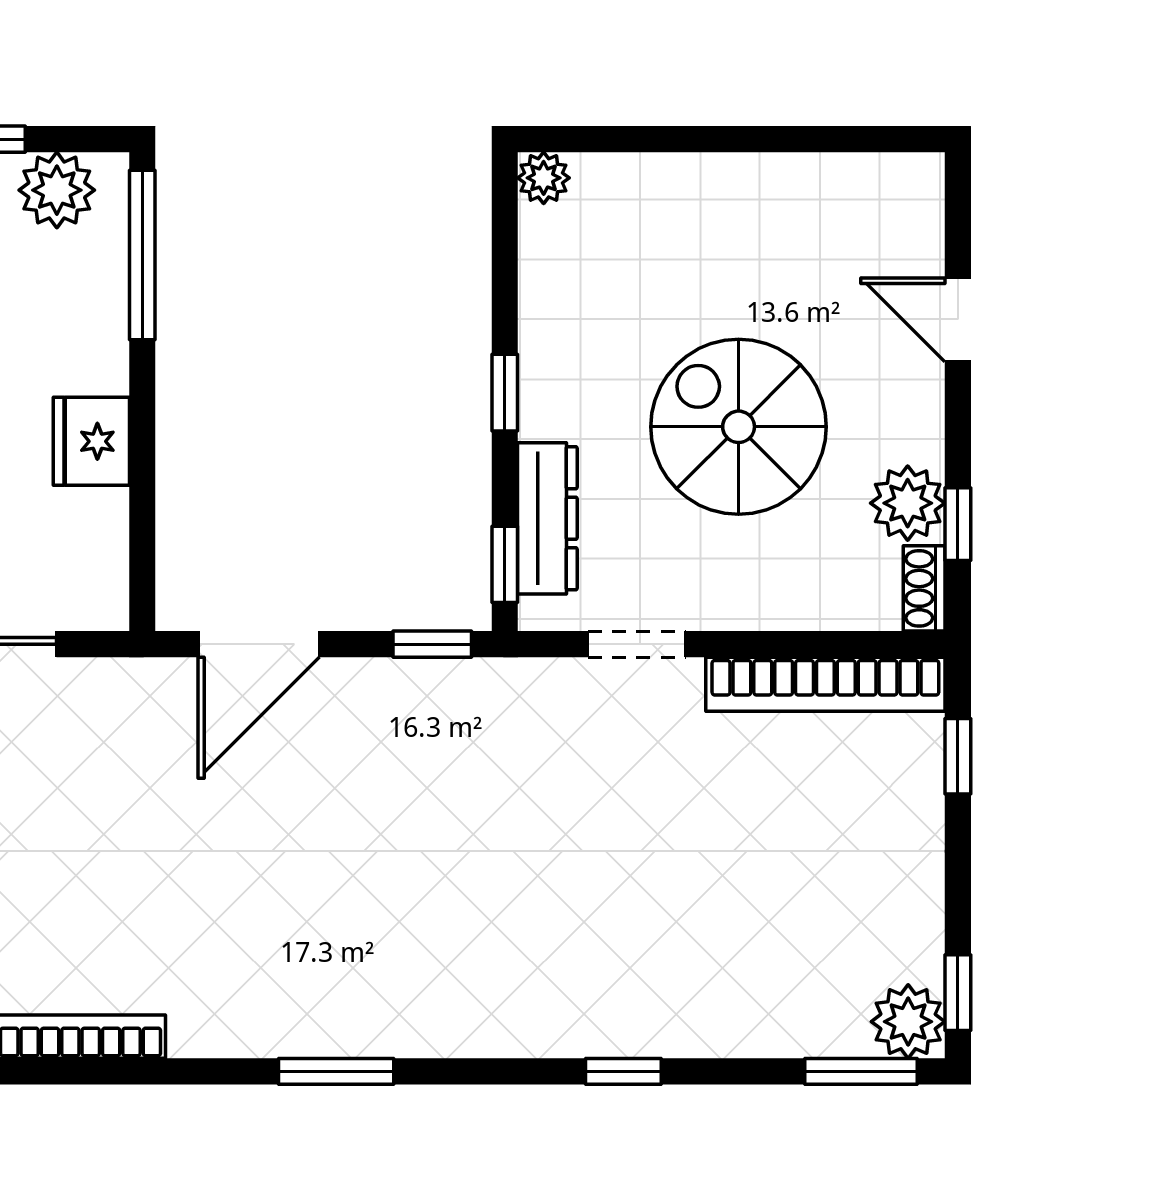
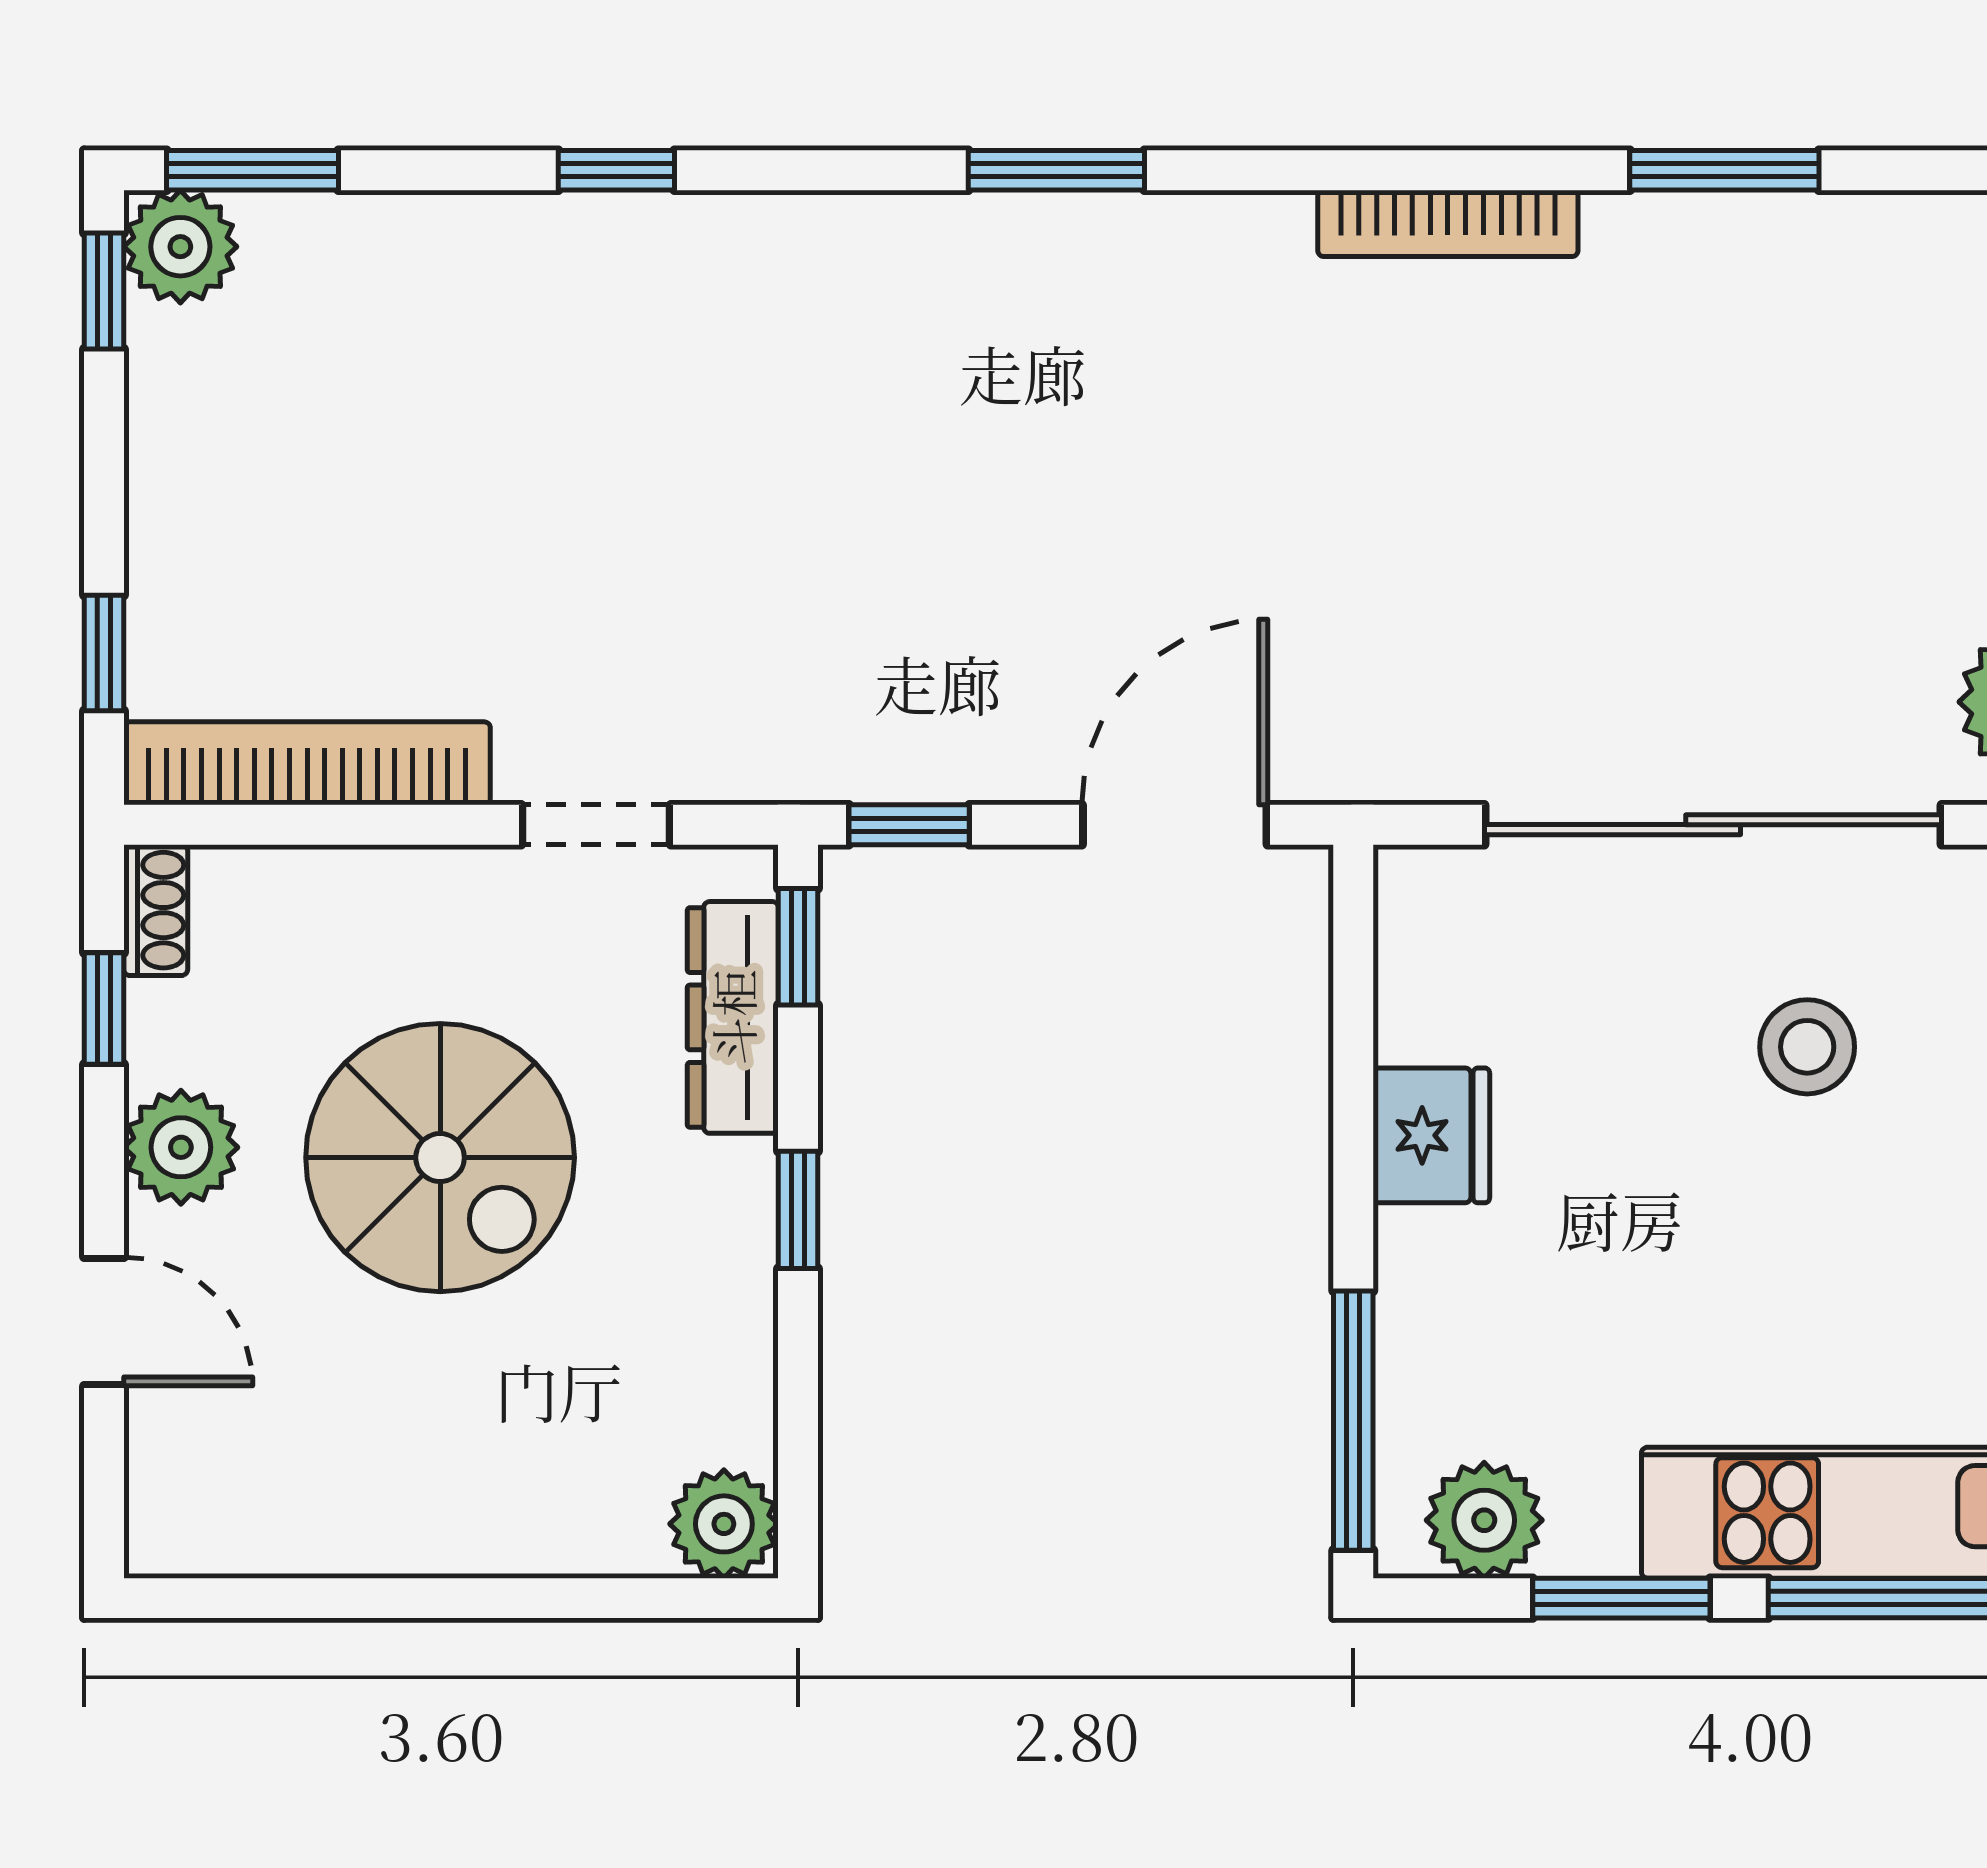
plant: (544, 178) -> (724, 1524), width x1.38, depth x1.38
plant: (908, 503) -> (181, 1147), moved

